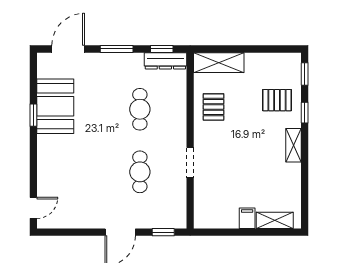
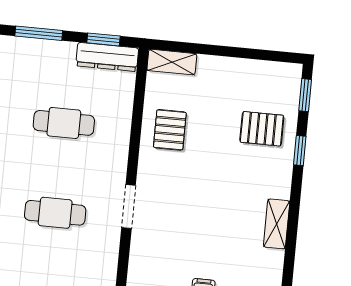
shelving: (219, 63) -> (172, 62), width x0.67, depth x0.75
cafe table: (140, 109) -> (64, 123), turned 90
shelving: (293, 145) -> (277, 224), moved
cafe table: (140, 172) -> (55, 213), turned 90

